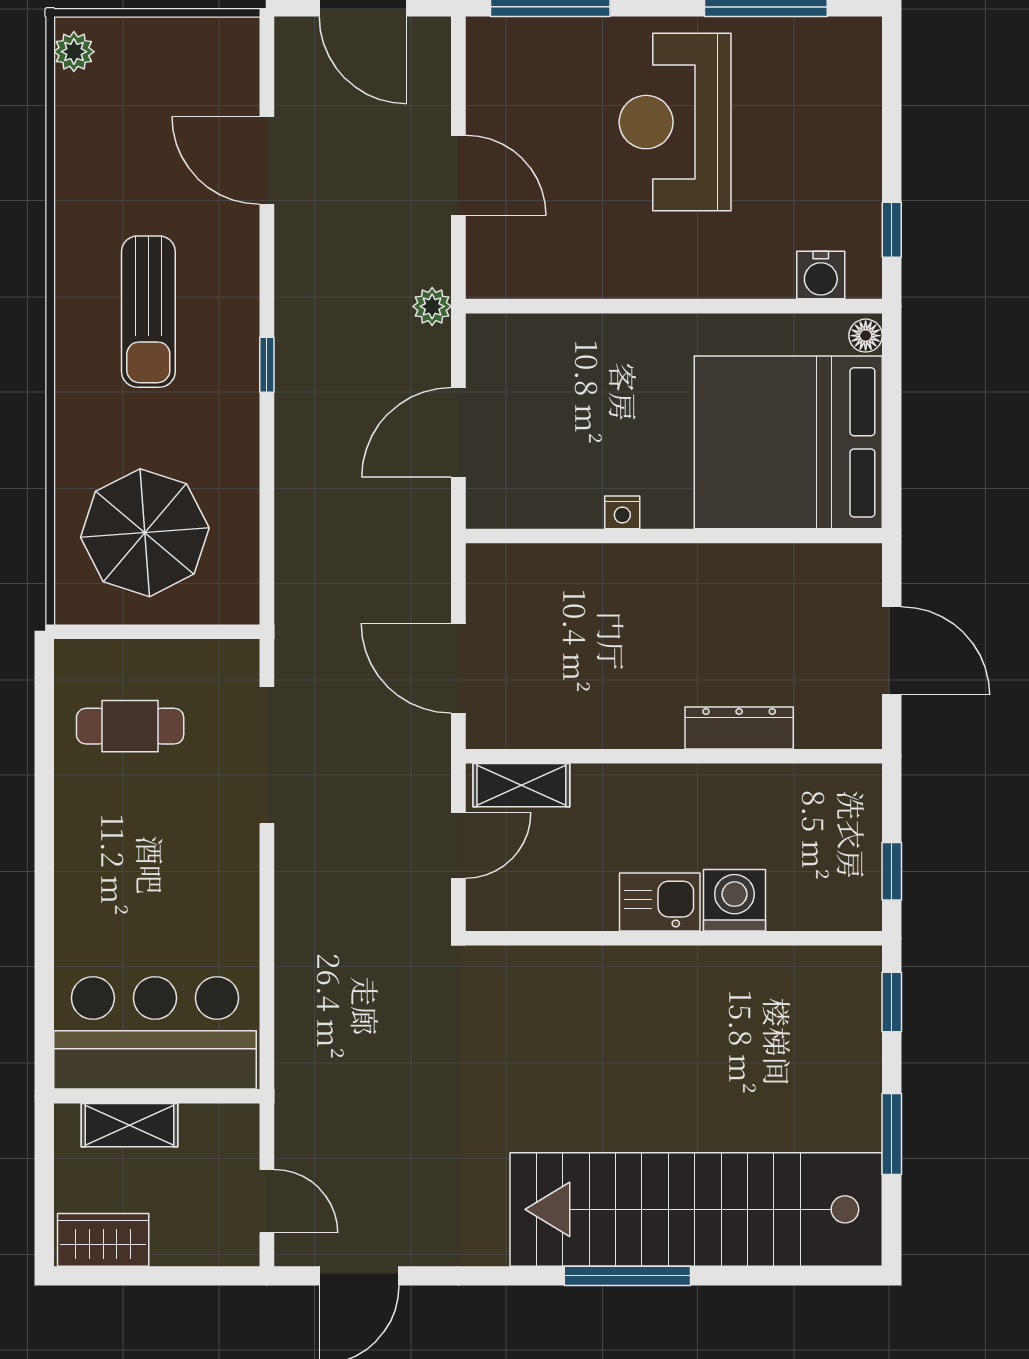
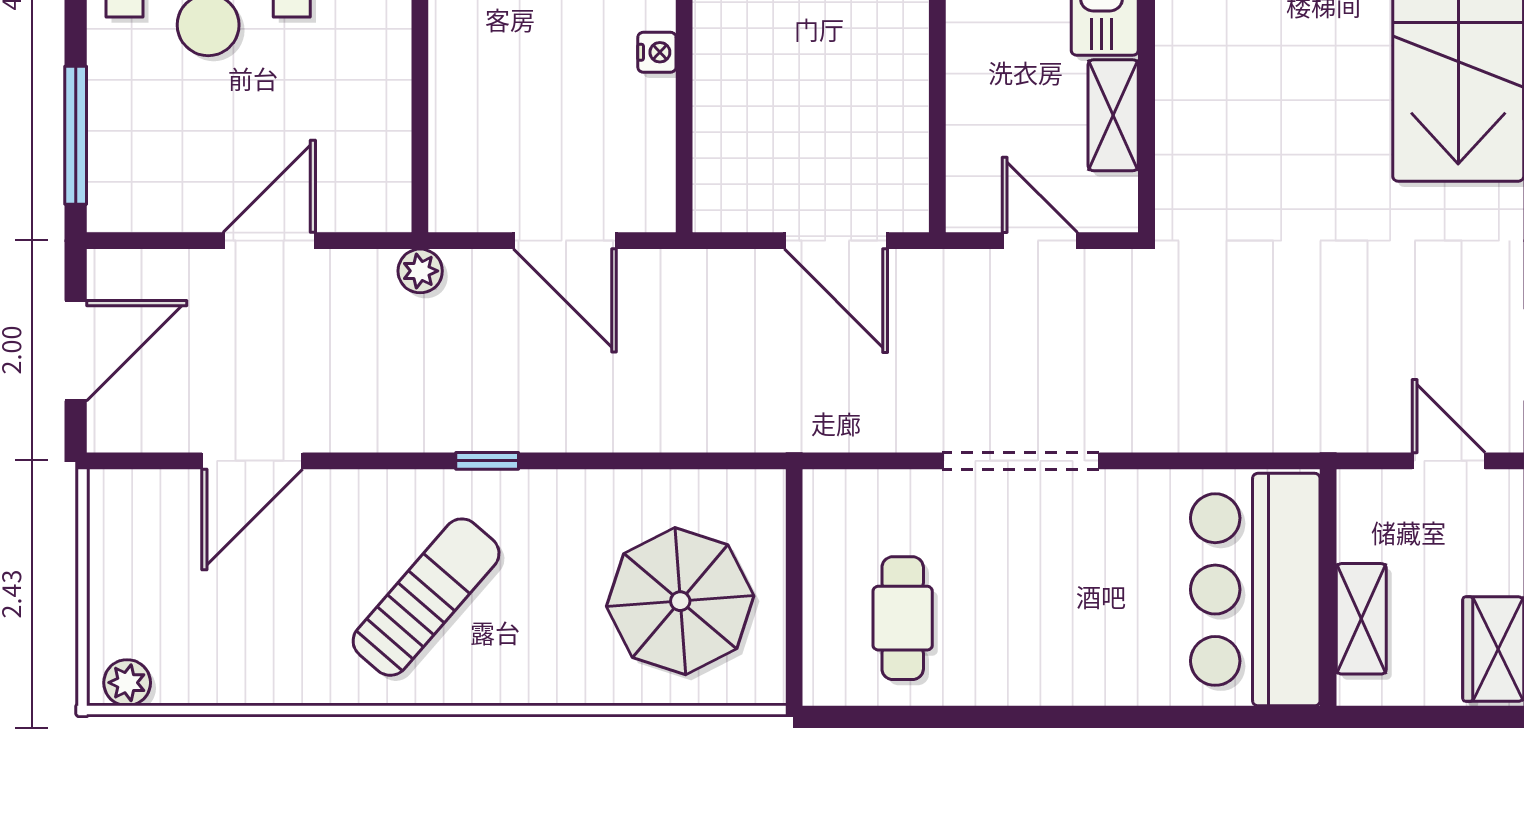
sun lounger: (148, 312) -> (426, 597), turned -49
door: (458, 668) -> (836, 241), hinge flipped
doorway: (267, 755) -> (1021, 461), moved
shelving: (521, 785) -> (1113, 115), moved
door: (267, 1201) -> (1449, 461), hinge flipped

